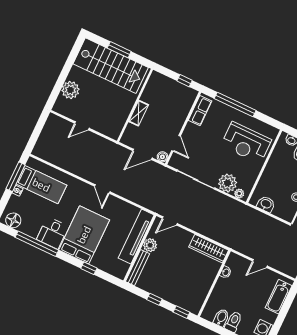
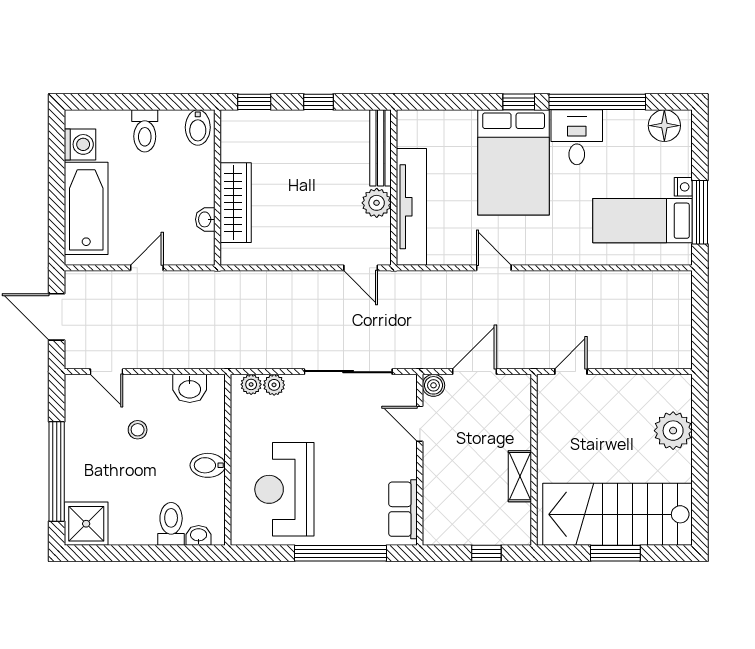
window: (185, 81) -> (486, 553), moved
shelving: (139, 113) -> (520, 476), moved
door: (82, 126) -> (571, 372), moved
reception desk: (246, 143) -> (284, 489), turned -90
bidet: (274, 168) -> (208, 465), added
plant: (228, 183) -> (274, 385), width x0.53, depth x0.53
door: (102, 189) -> (494, 268), moved
door: (170, 221) -> (361, 268), swing flipped
wardrobe: (209, 249) -> (236, 203), moved, turned 90
window: (89, 268) -> (519, 102), moved
bathtub: (279, 297) -> (86, 208), width x1.36, depth x1.36
bidet: (221, 318) -> (198, 127), moved

